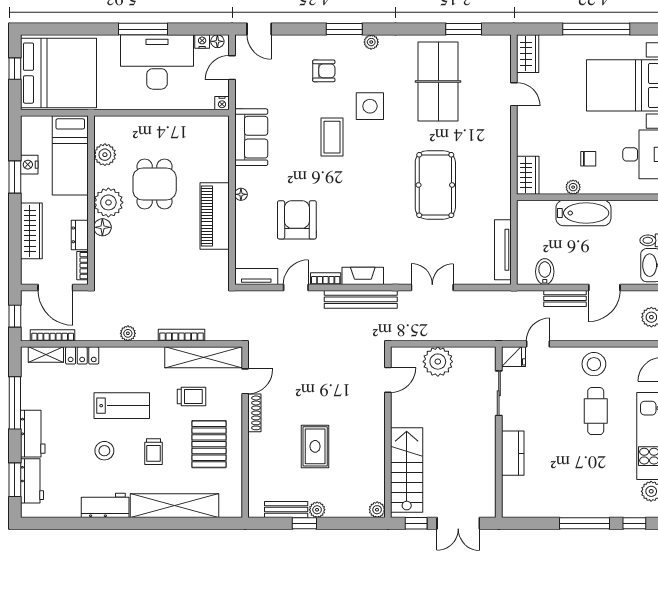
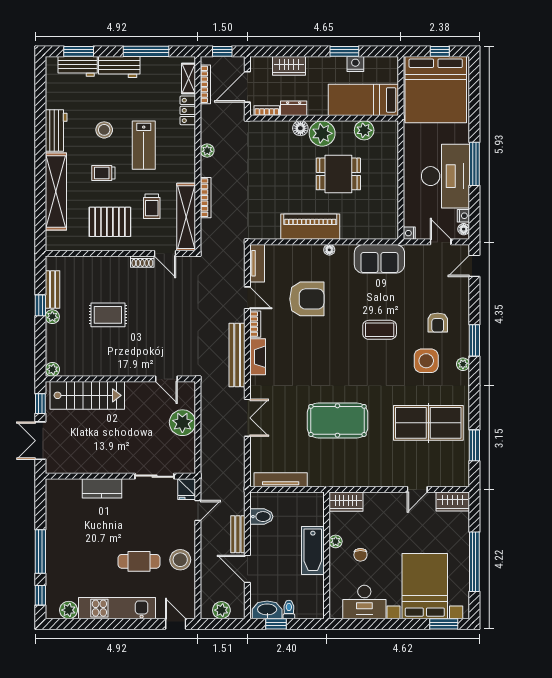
side table: (370, 106) -> (426, 361), moved
wardrobe: (31, 231) -> (289, 66), width x0.67
door: (538, 344) -> (198, 511), hinge flipped
shoe rack: (254, 413) -> (142, 262), width x0.70

